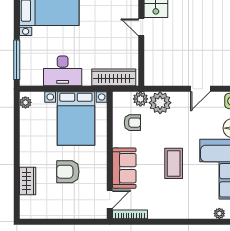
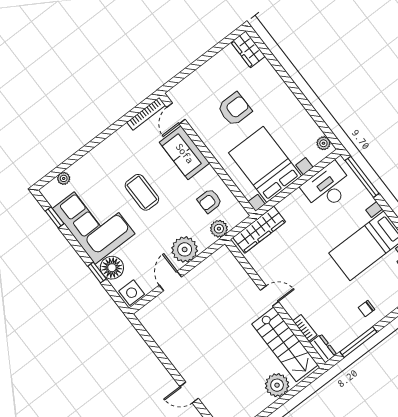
desk: (63, 71) -> (327, 187), moved
plant: (160, 103) -> (185, 249), moved
wardrobe: (28, 181) -> (248, 49), moved

